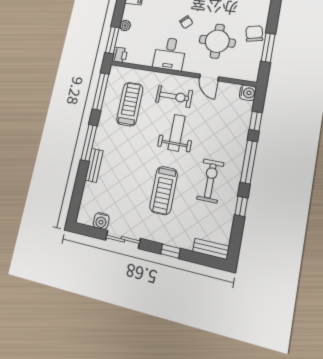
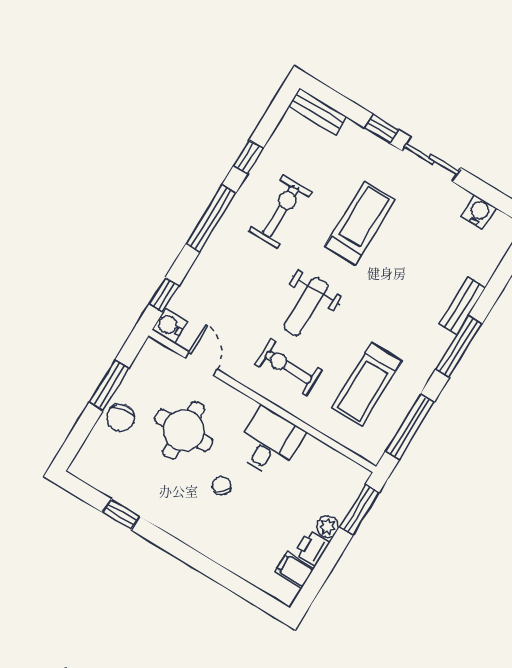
printer: (120, 55) -> (312, 548), moved
door: (209, 77) -> (201, 364), moved
window: (256, 121) -> (164, 295), moved
exercise bike: (210, 181) -> (281, 211), turned 180
sliding door: (123, 239) -> (432, 159), moved

